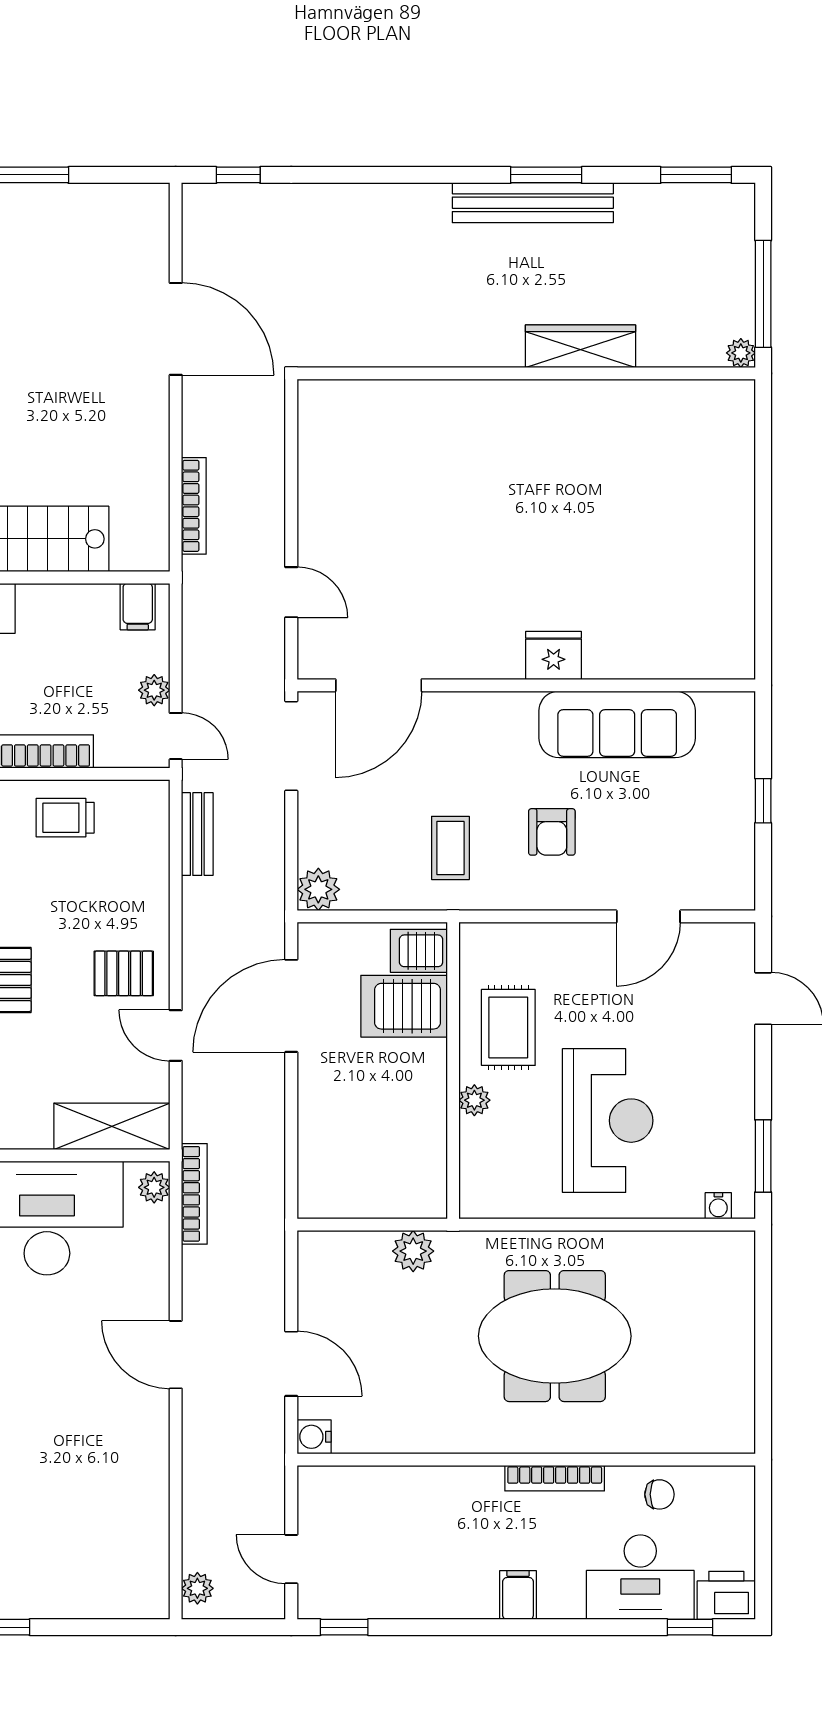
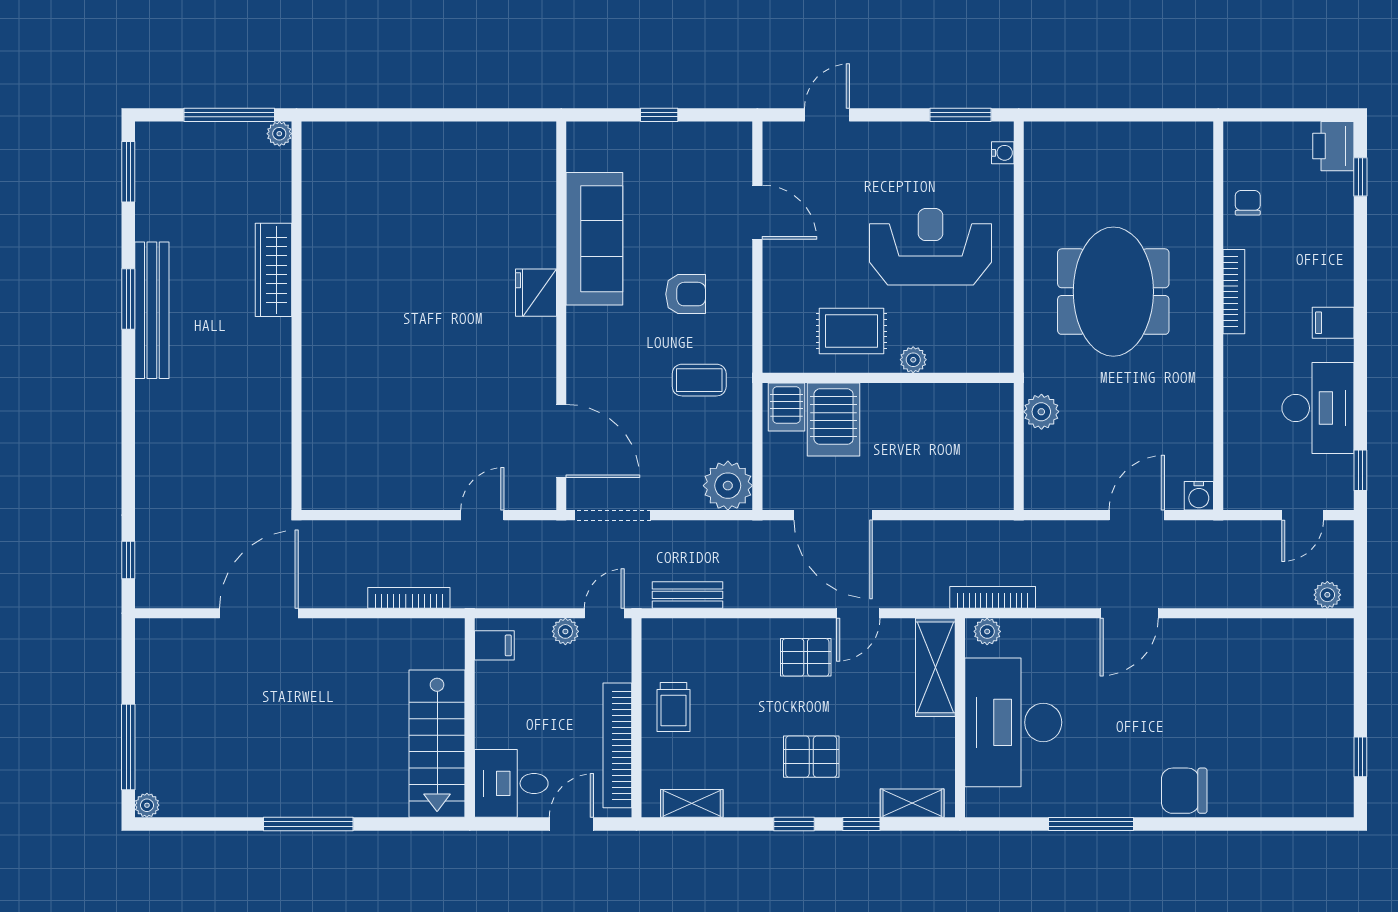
plant: (318, 889) -> (728, 486), width x1.36, depth x1.36
pallet: (124, 973) -> (806, 657), turned 90
desk: (640, 1577) -> (1318, 408), moved

